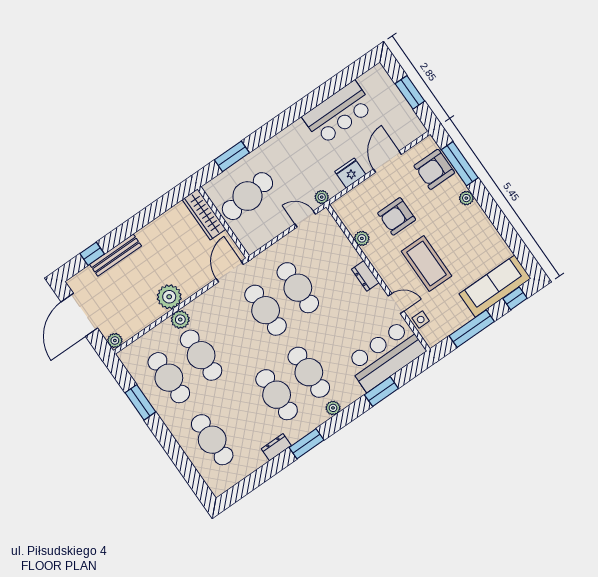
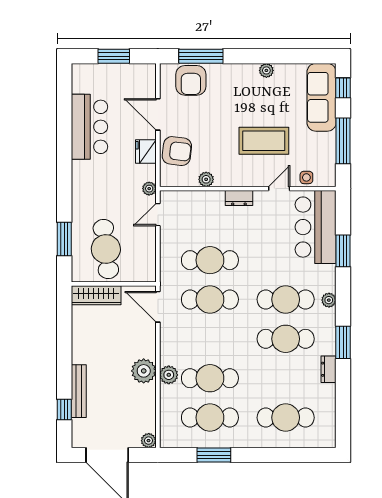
plant: (466, 198) -> (266, 70), moved
armchair: (397, 216) -> (177, 151), moved, turned -83

